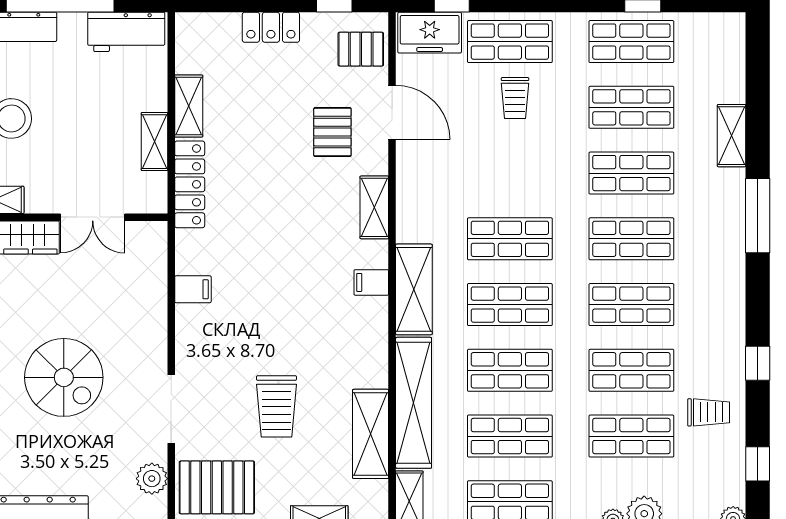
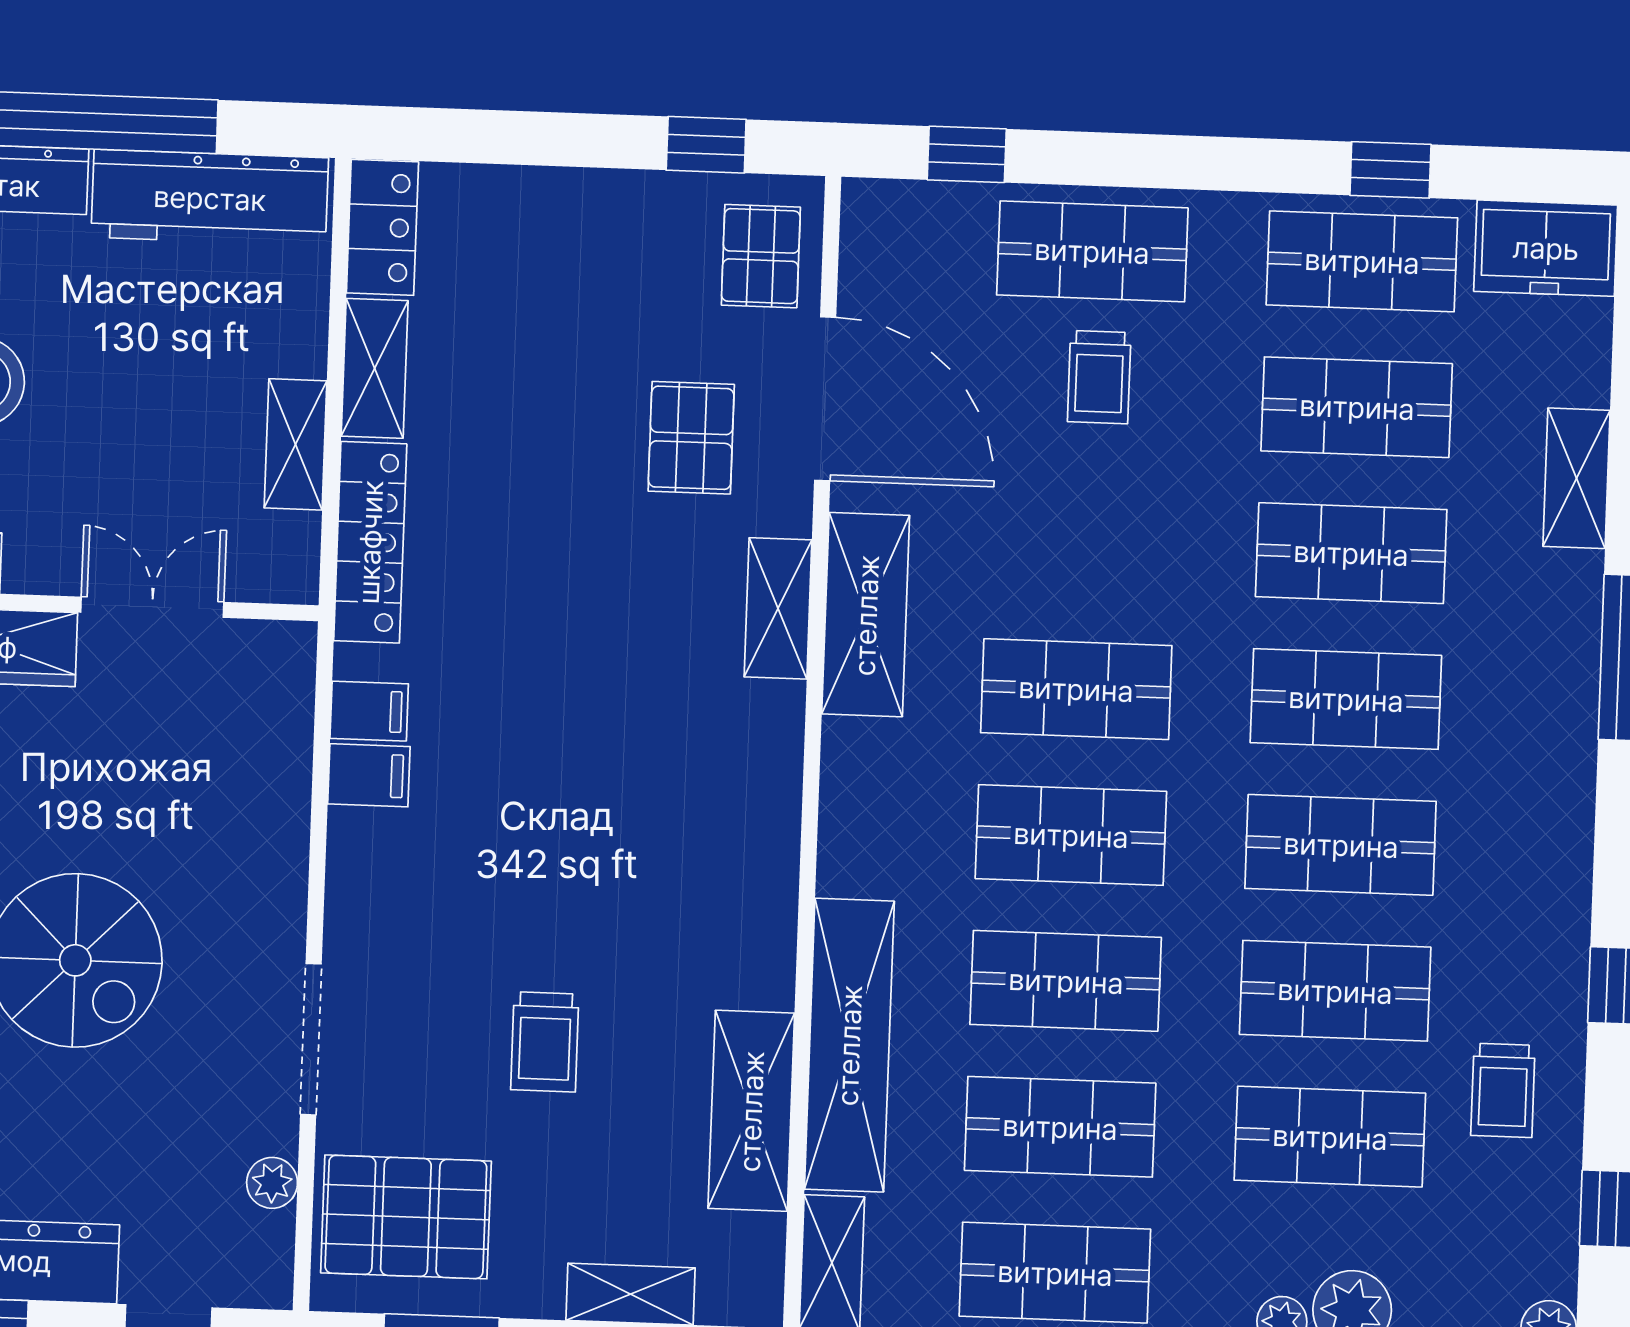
locker: (271, 27) -> (382, 227), moved, turned -90
workbench: (126, 32) -> (210, 198), width x1.38
freezer: (430, 33) -> (1546, 248), moved
pallet: (361, 49) -> (761, 256), turned 90
door: (392, 112) -> (825, 399), width x1.36
double door: (93, 217) -> (152, 607), swing flipped
filing cabinet: (371, 282) -> (369, 711), moved, turned 180
shelving: (414, 289) -> (866, 615), moved
trolley: (276, 406) -> (545, 1042), width x0.73, depth x0.72
trolley: (709, 412) -> (1503, 1090), turned 90
plant: (152, 479) -> (272, 1183), width x0.73, depth x0.73

